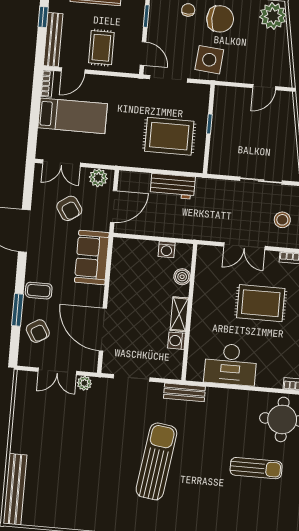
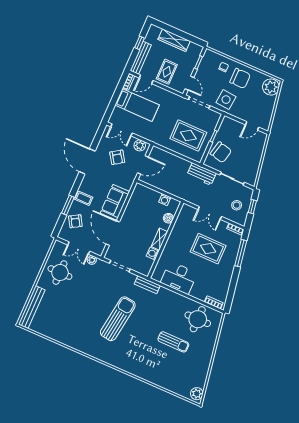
chair: (229, 145) -> (221, 152), added
workbench: (173, 186) -> (202, 174), moved
sofa: (92, 257) -> (115, 202), moved
round table: (41, 420) -> (60, 273), added

